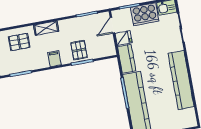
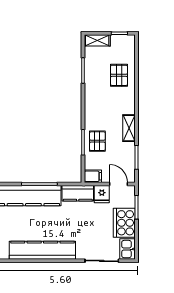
shelving: (46, 28) -> (129, 128), moved
pallet: (79, 50) -> (97, 141), turned 90
filing cabinet: (54, 59) -> (93, 176), moved

